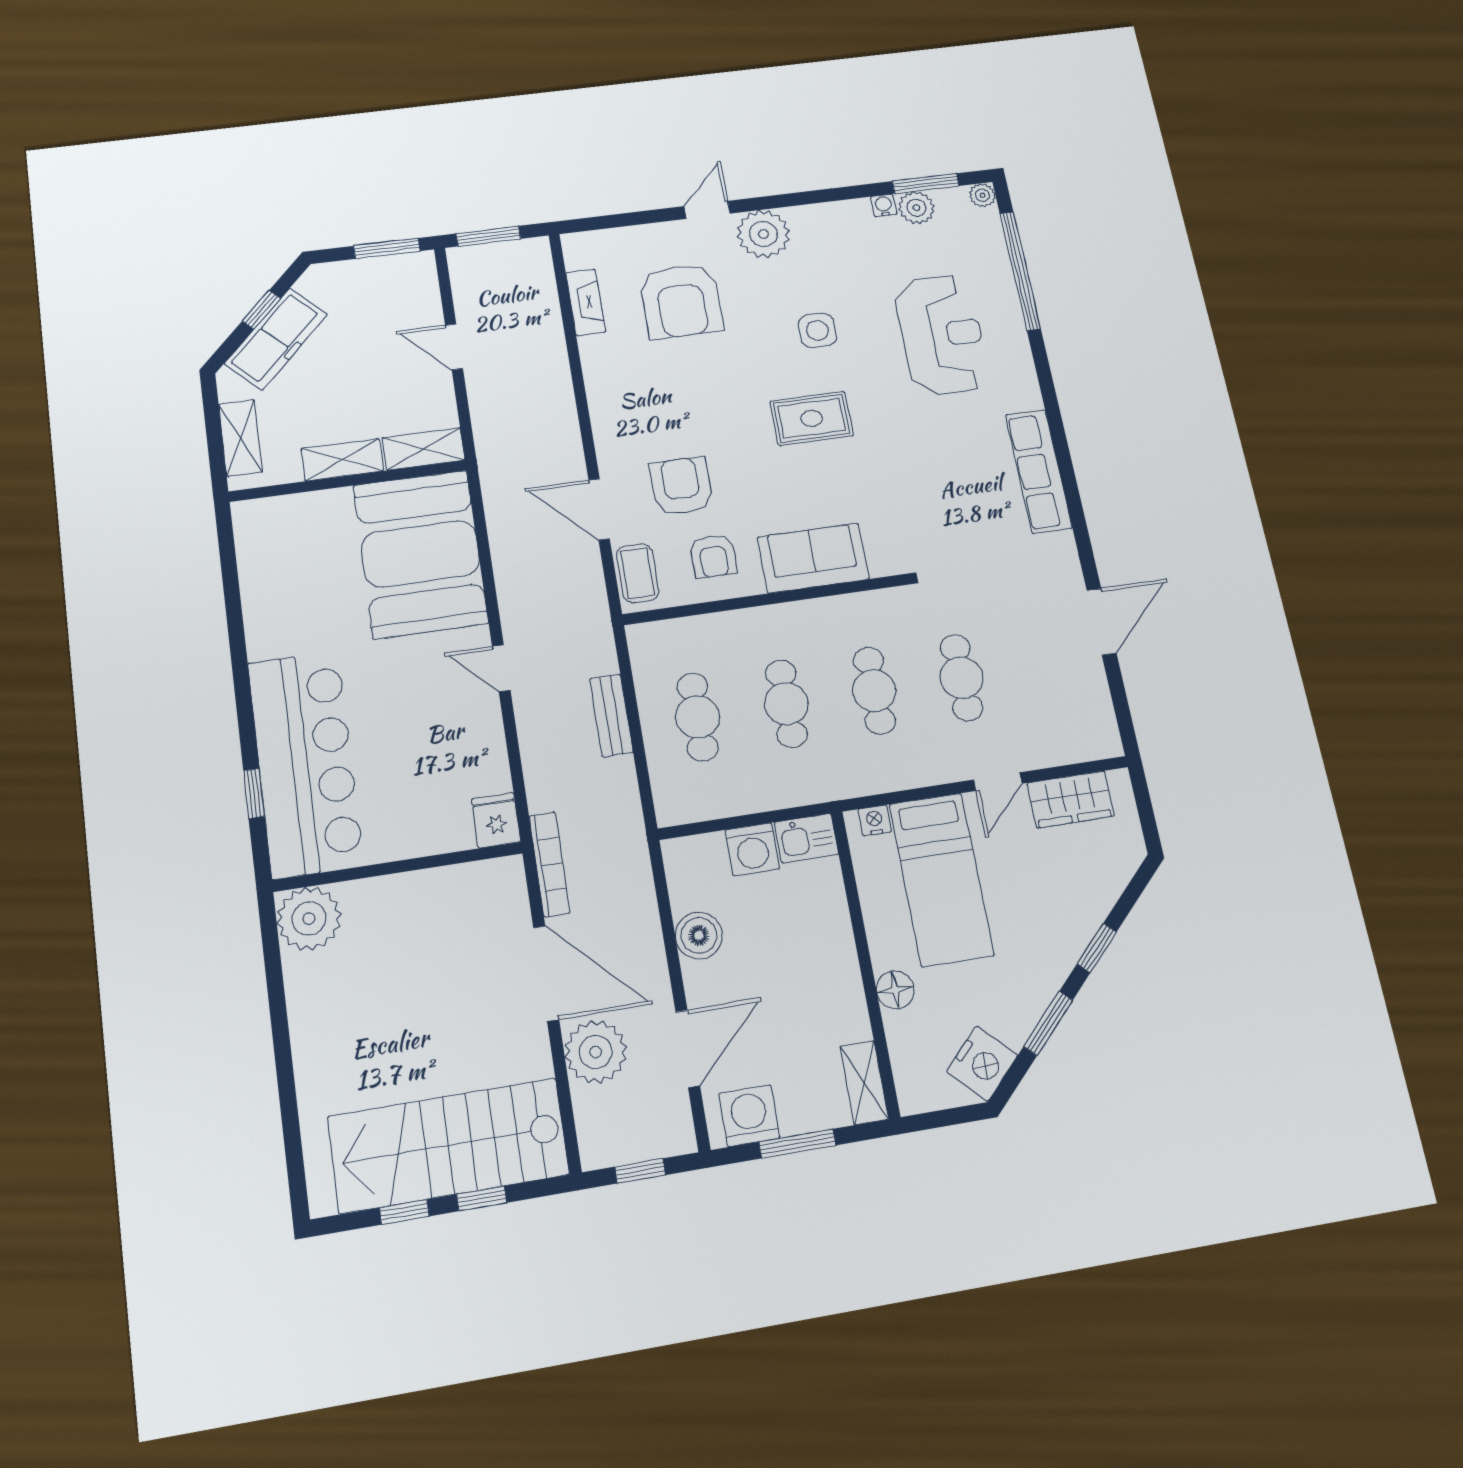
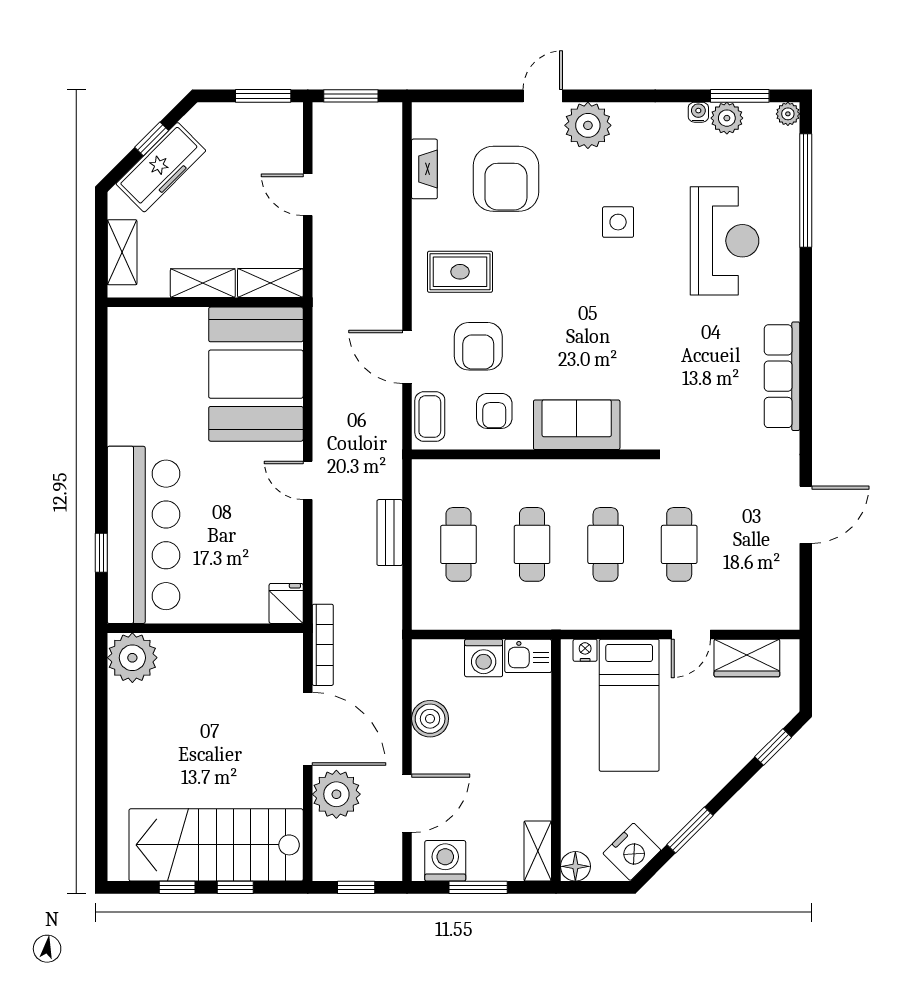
rug: (812, 418) -> (460, 272), moved
armchair: (681, 486) -> (478, 346), turned 180
window: (1097, 948) -> (773, 747), moved
floor lamp: (895, 990) -> (575, 866), moved

